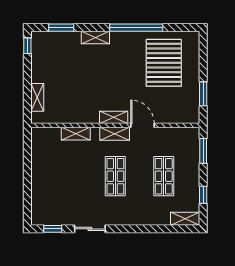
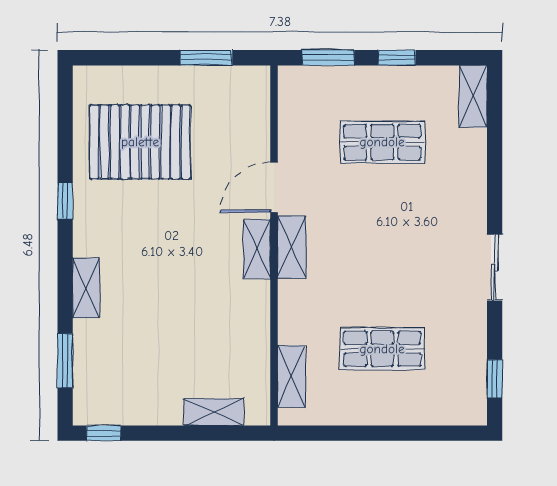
window: (136, 28) -> (65, 201), width x0.32
shelving: (76, 134) -> (291, 376), moved
shop shelf: (115, 176) -> (382, 349), moved
window: (203, 195) -> (397, 58), moved
sliding door: (90, 229) -> (495, 267), moved

